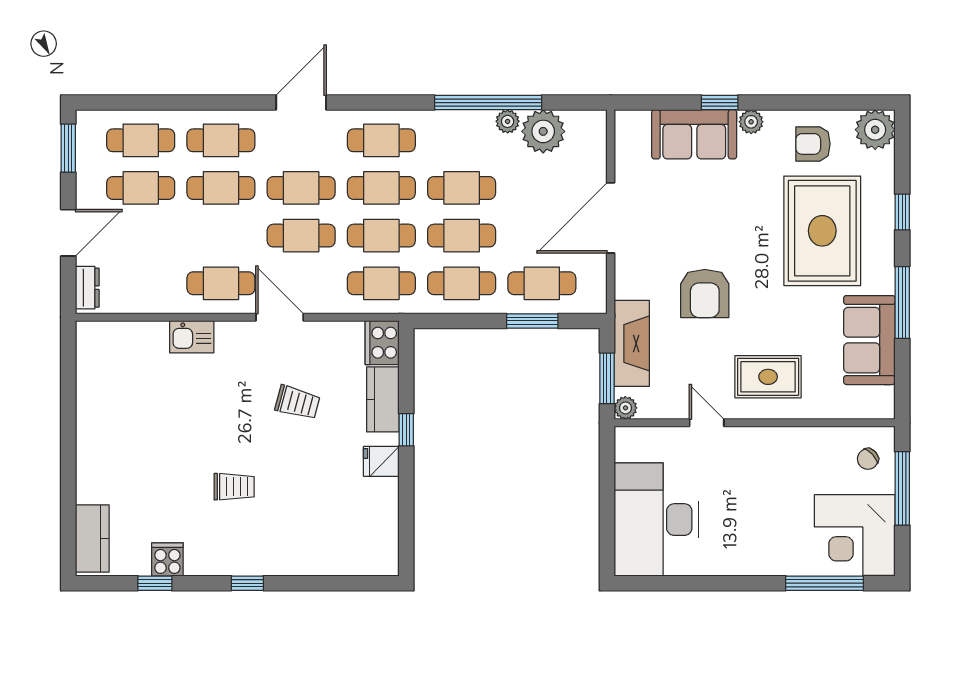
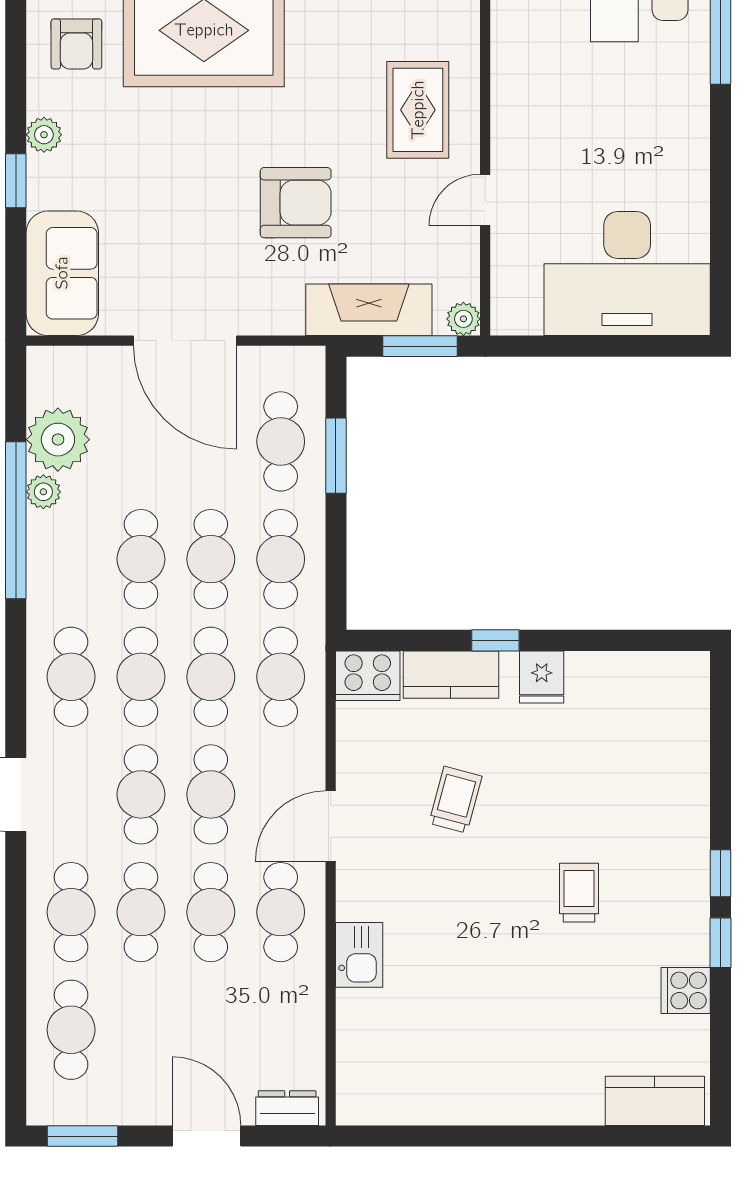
sofa: (694, 134) -> (62, 273), moved
cafe table: (141, 188) -> (211, 912), moved
window: (155, 583) -> (720, 943), moved

